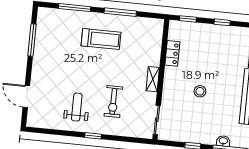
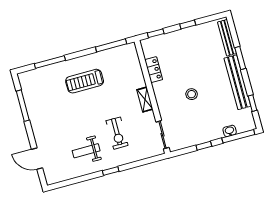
window: (120, 12) -> (111, 45), moved
treadmill: (101, 39) -> (85, 81), turned 180
weight bench: (77, 107) -> (86, 151), turned -90

